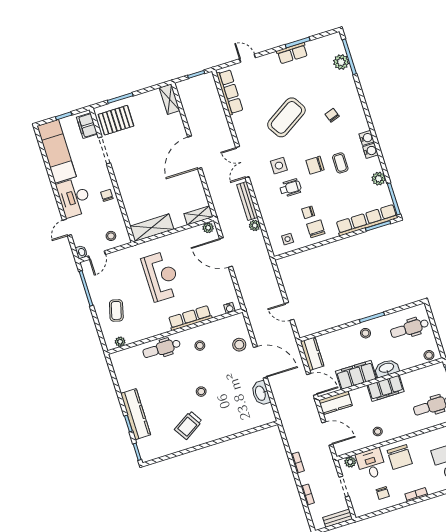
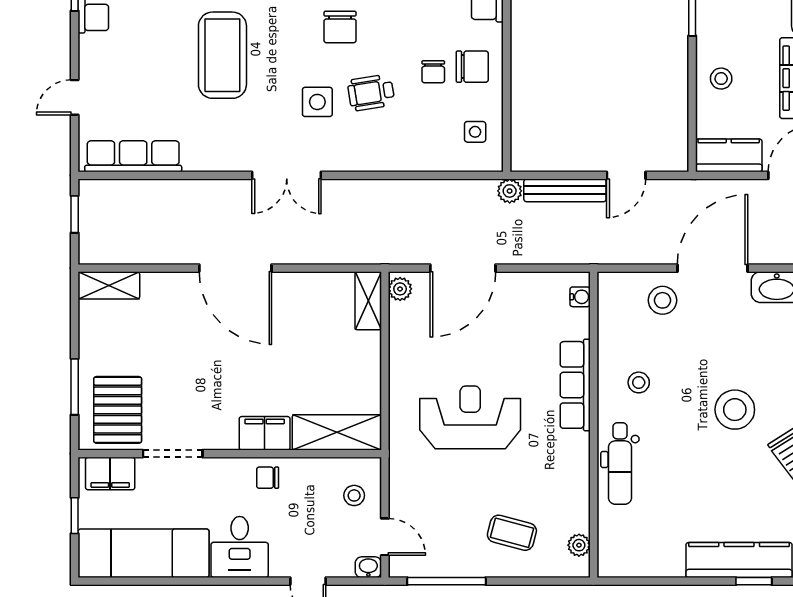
coffee table: (286, 117) -> (222, 55), turned 32
filing cabinet: (126, 188) -> (265, 433), added
wheelchair: (290, 188) -> (371, 93), turned -99
desk: (74, 197) -> (240, 547), width x0.73
bench: (247, 201) -> (565, 190), moved
plant: (255, 225) -> (510, 191), moved
shelving: (152, 228) -> (337, 432), moved, turned 90
chair: (316, 229) -> (472, 67), turned 180
stool: (365, 333) -> (721, 79), moved
stool: (201, 392) -> (735, 410), width x1.89, depth x1.89

